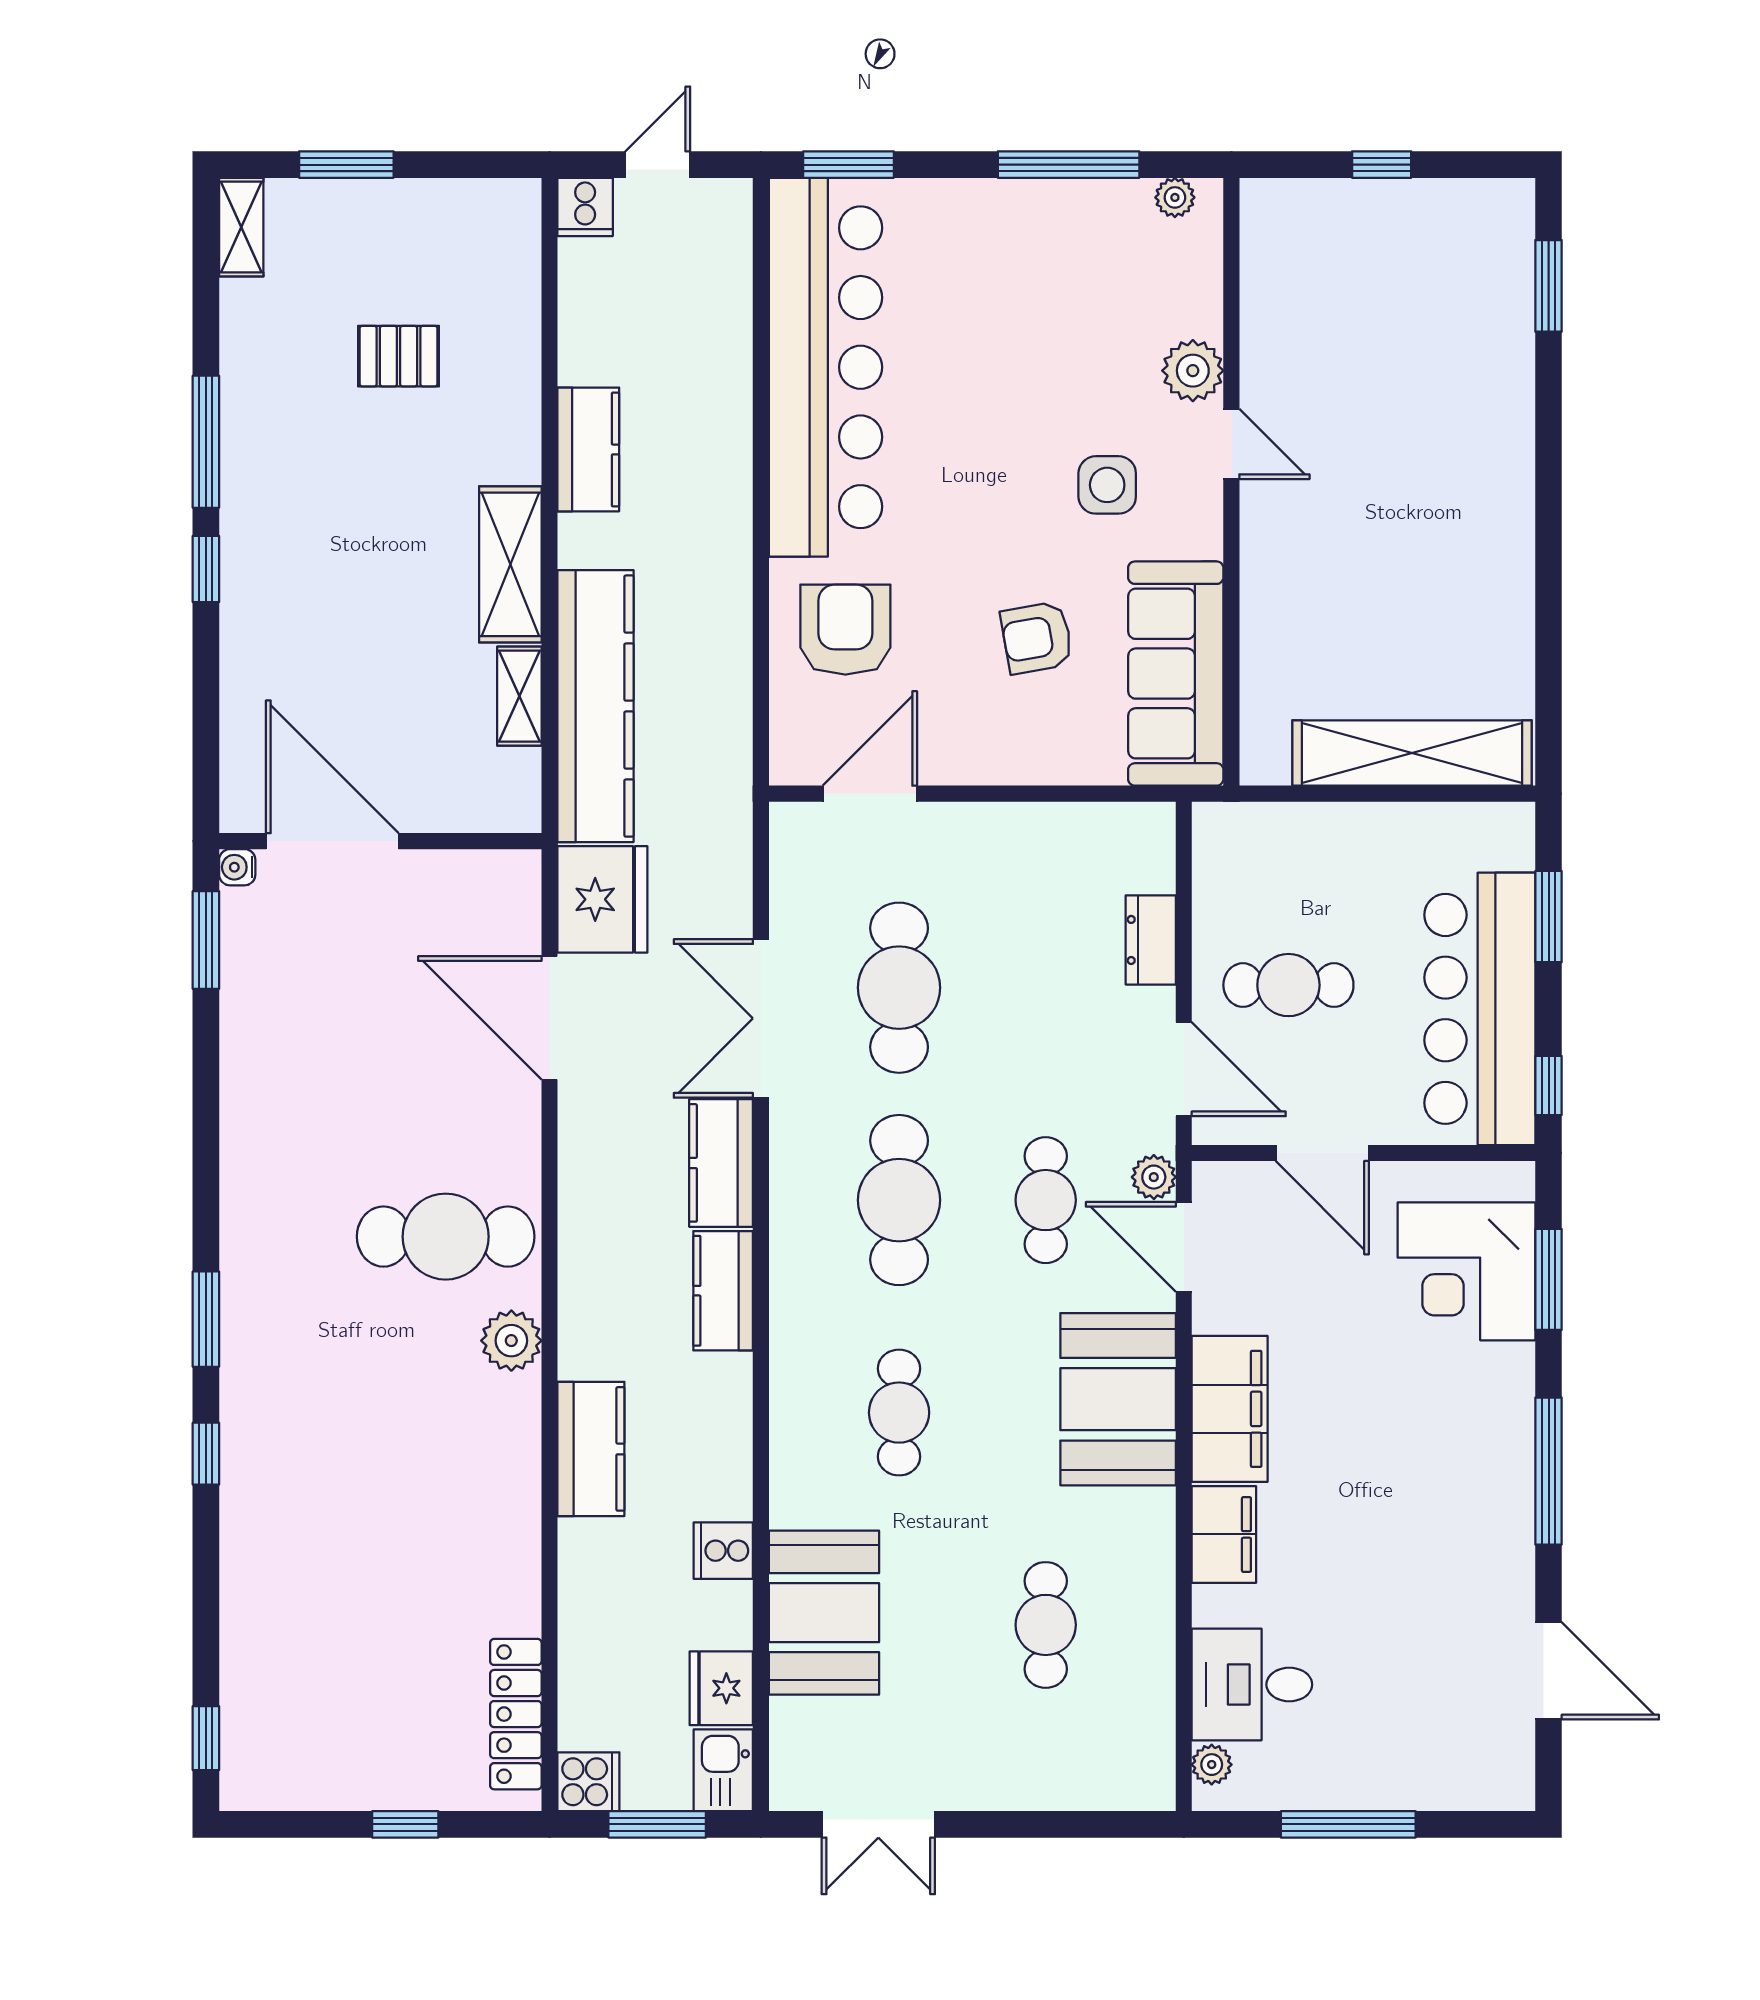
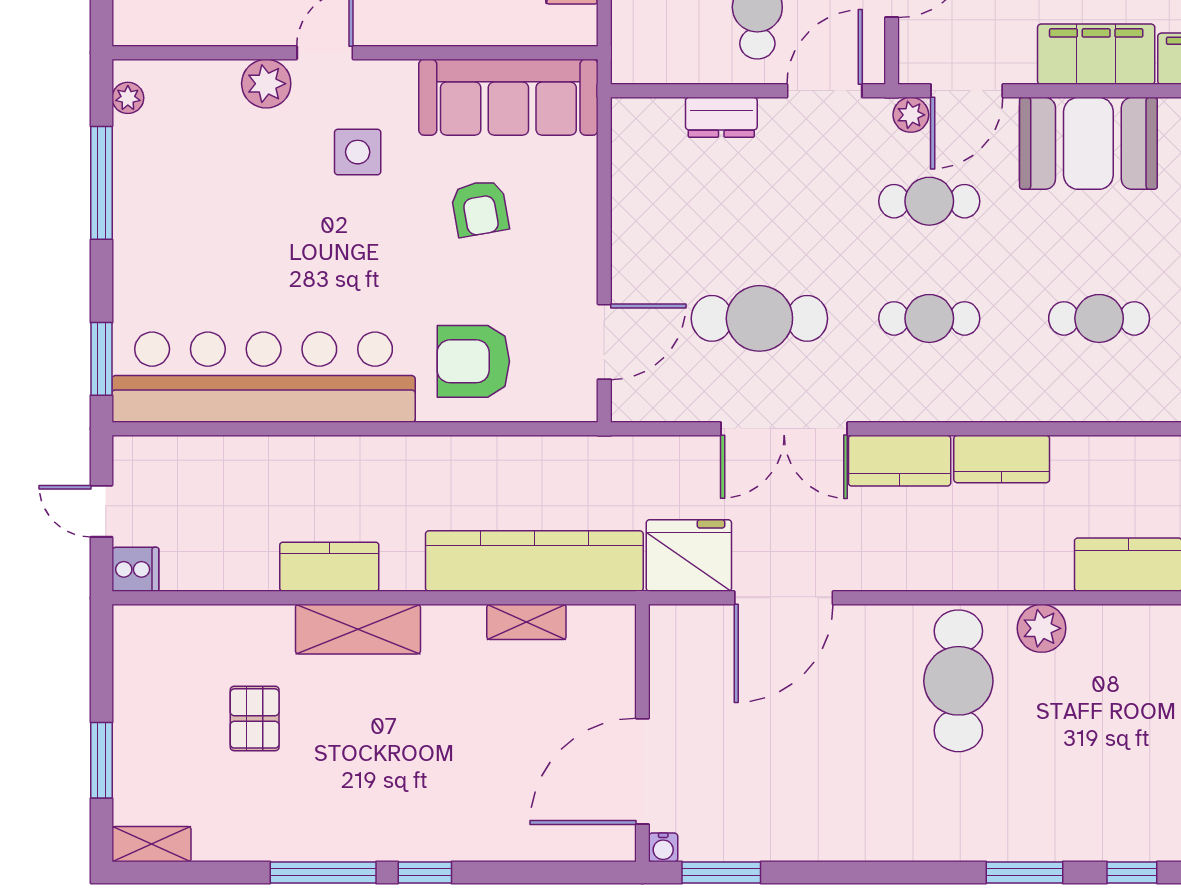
shelving: (510, 564) -> (358, 629), moved
door: (870, 794) -> (604, 342), swing flipped
cafe table: (899, 1200) -> (929, 318), width x0.73, depth x0.74

